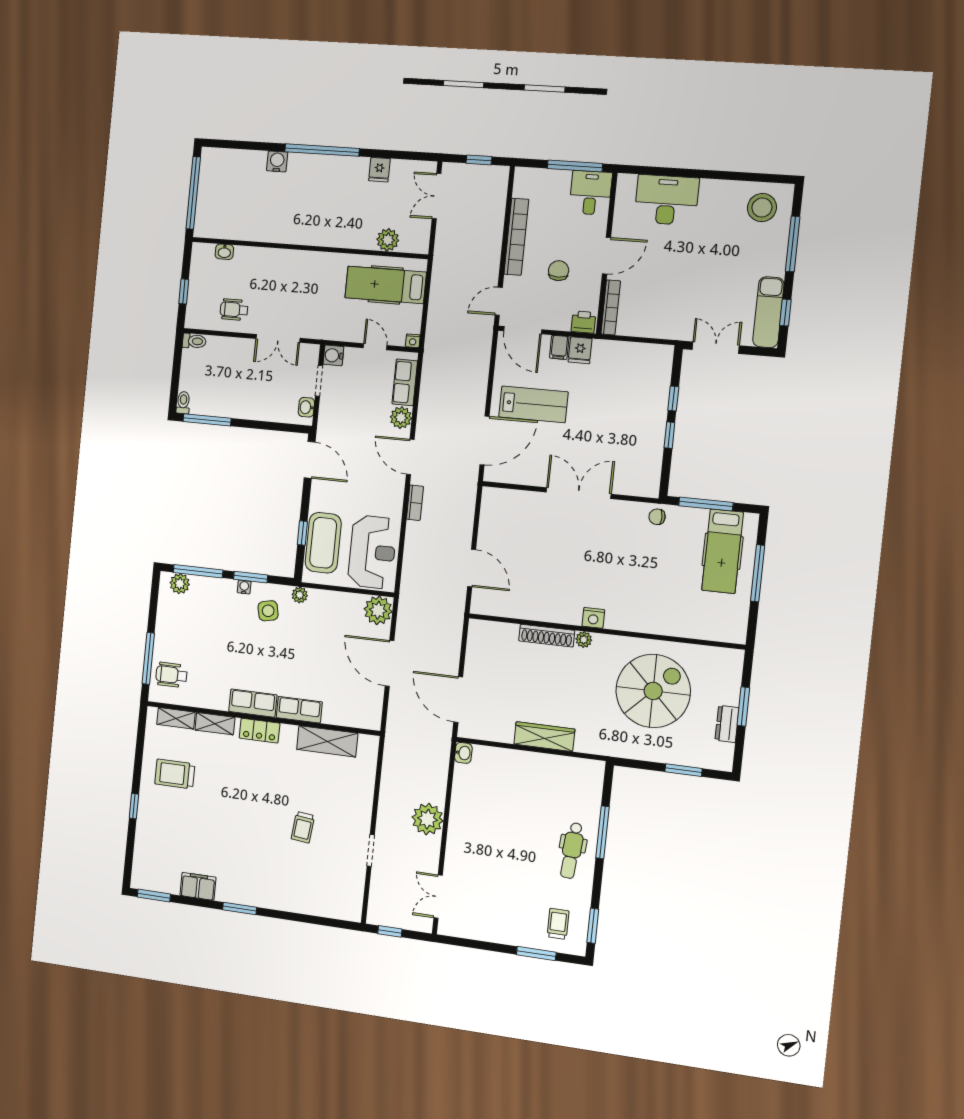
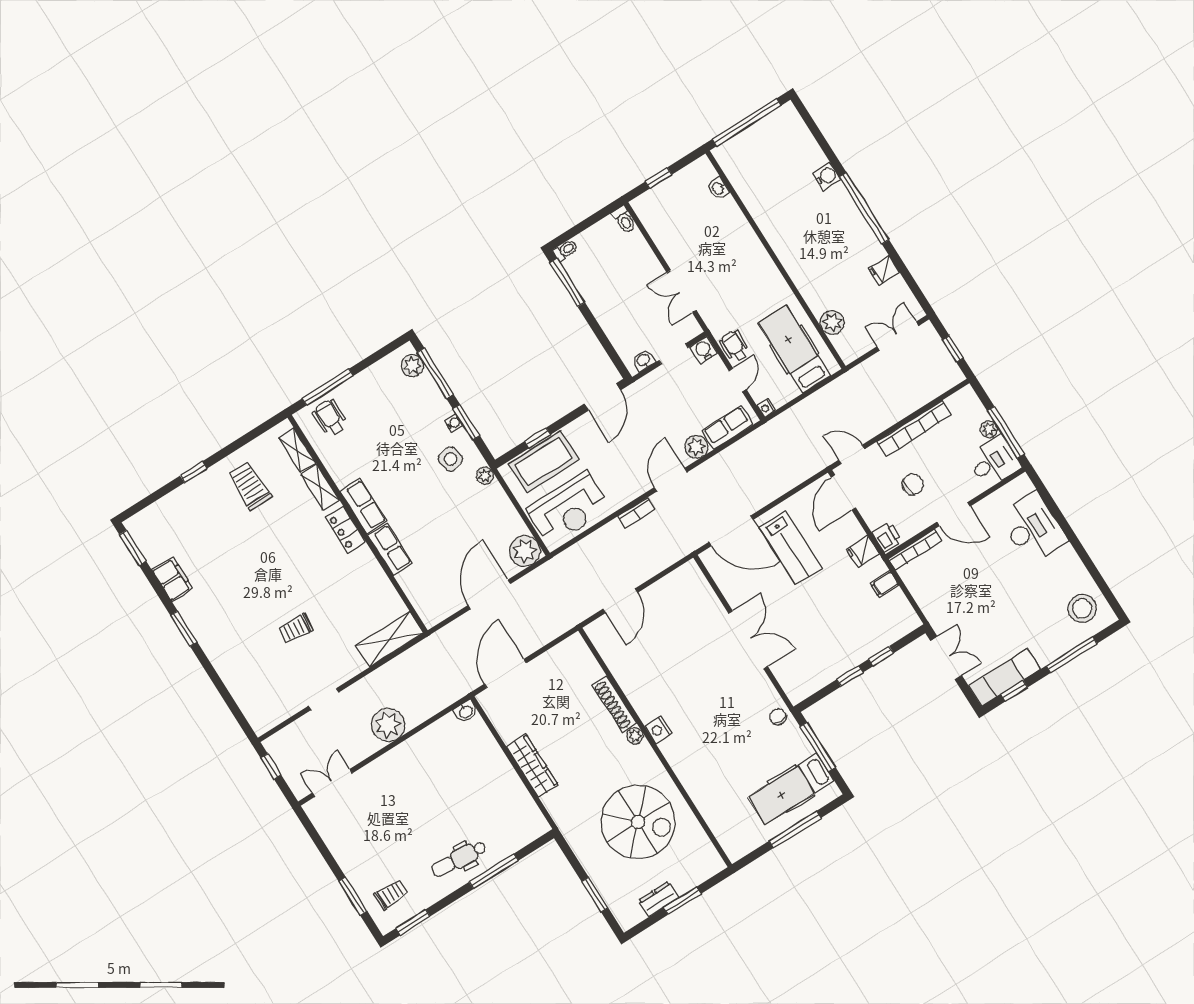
plant: (562, 178) -> (989, 429), added
wheelchair: (234, 310) -> (735, 347), moved
filing cabinet: (559, 347) -> (884, 584), moved
shelving: (327, 741) -> (390, 639), moved, turned 90

